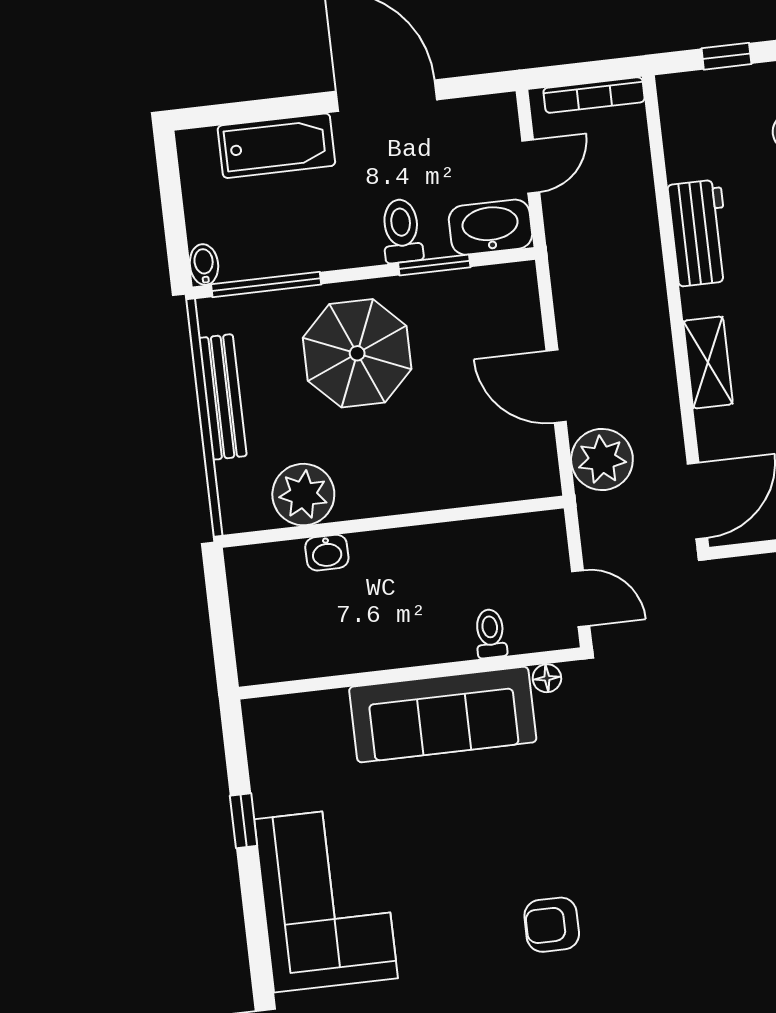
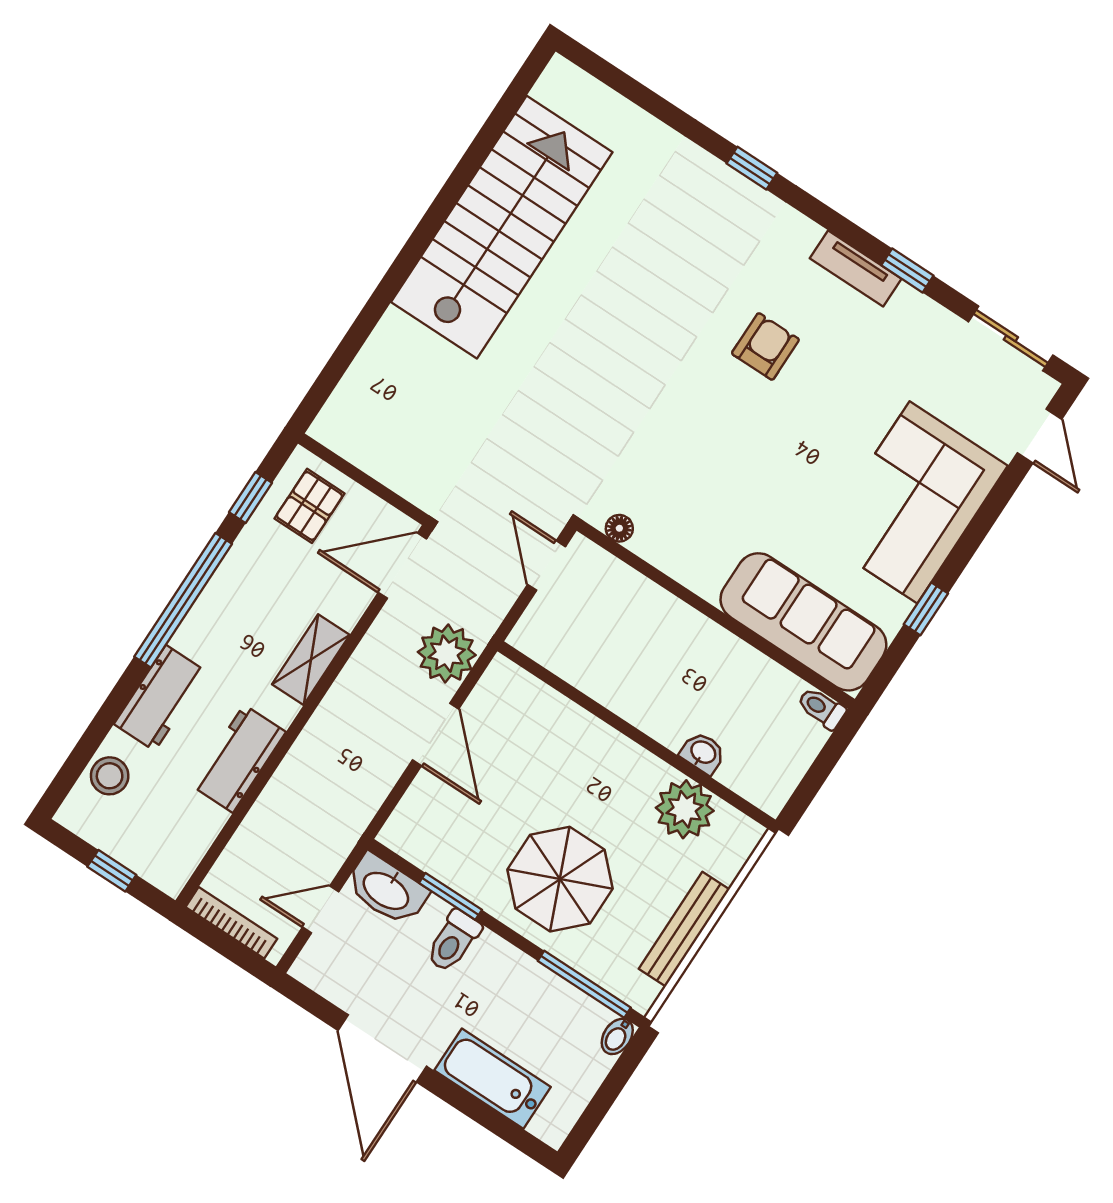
toilet: (491, 633) -> (822, 708), moved, turned 90
sofa: (443, 715) -> (803, 622), moved
armchair: (552, 925) -> (765, 346), turned -90

